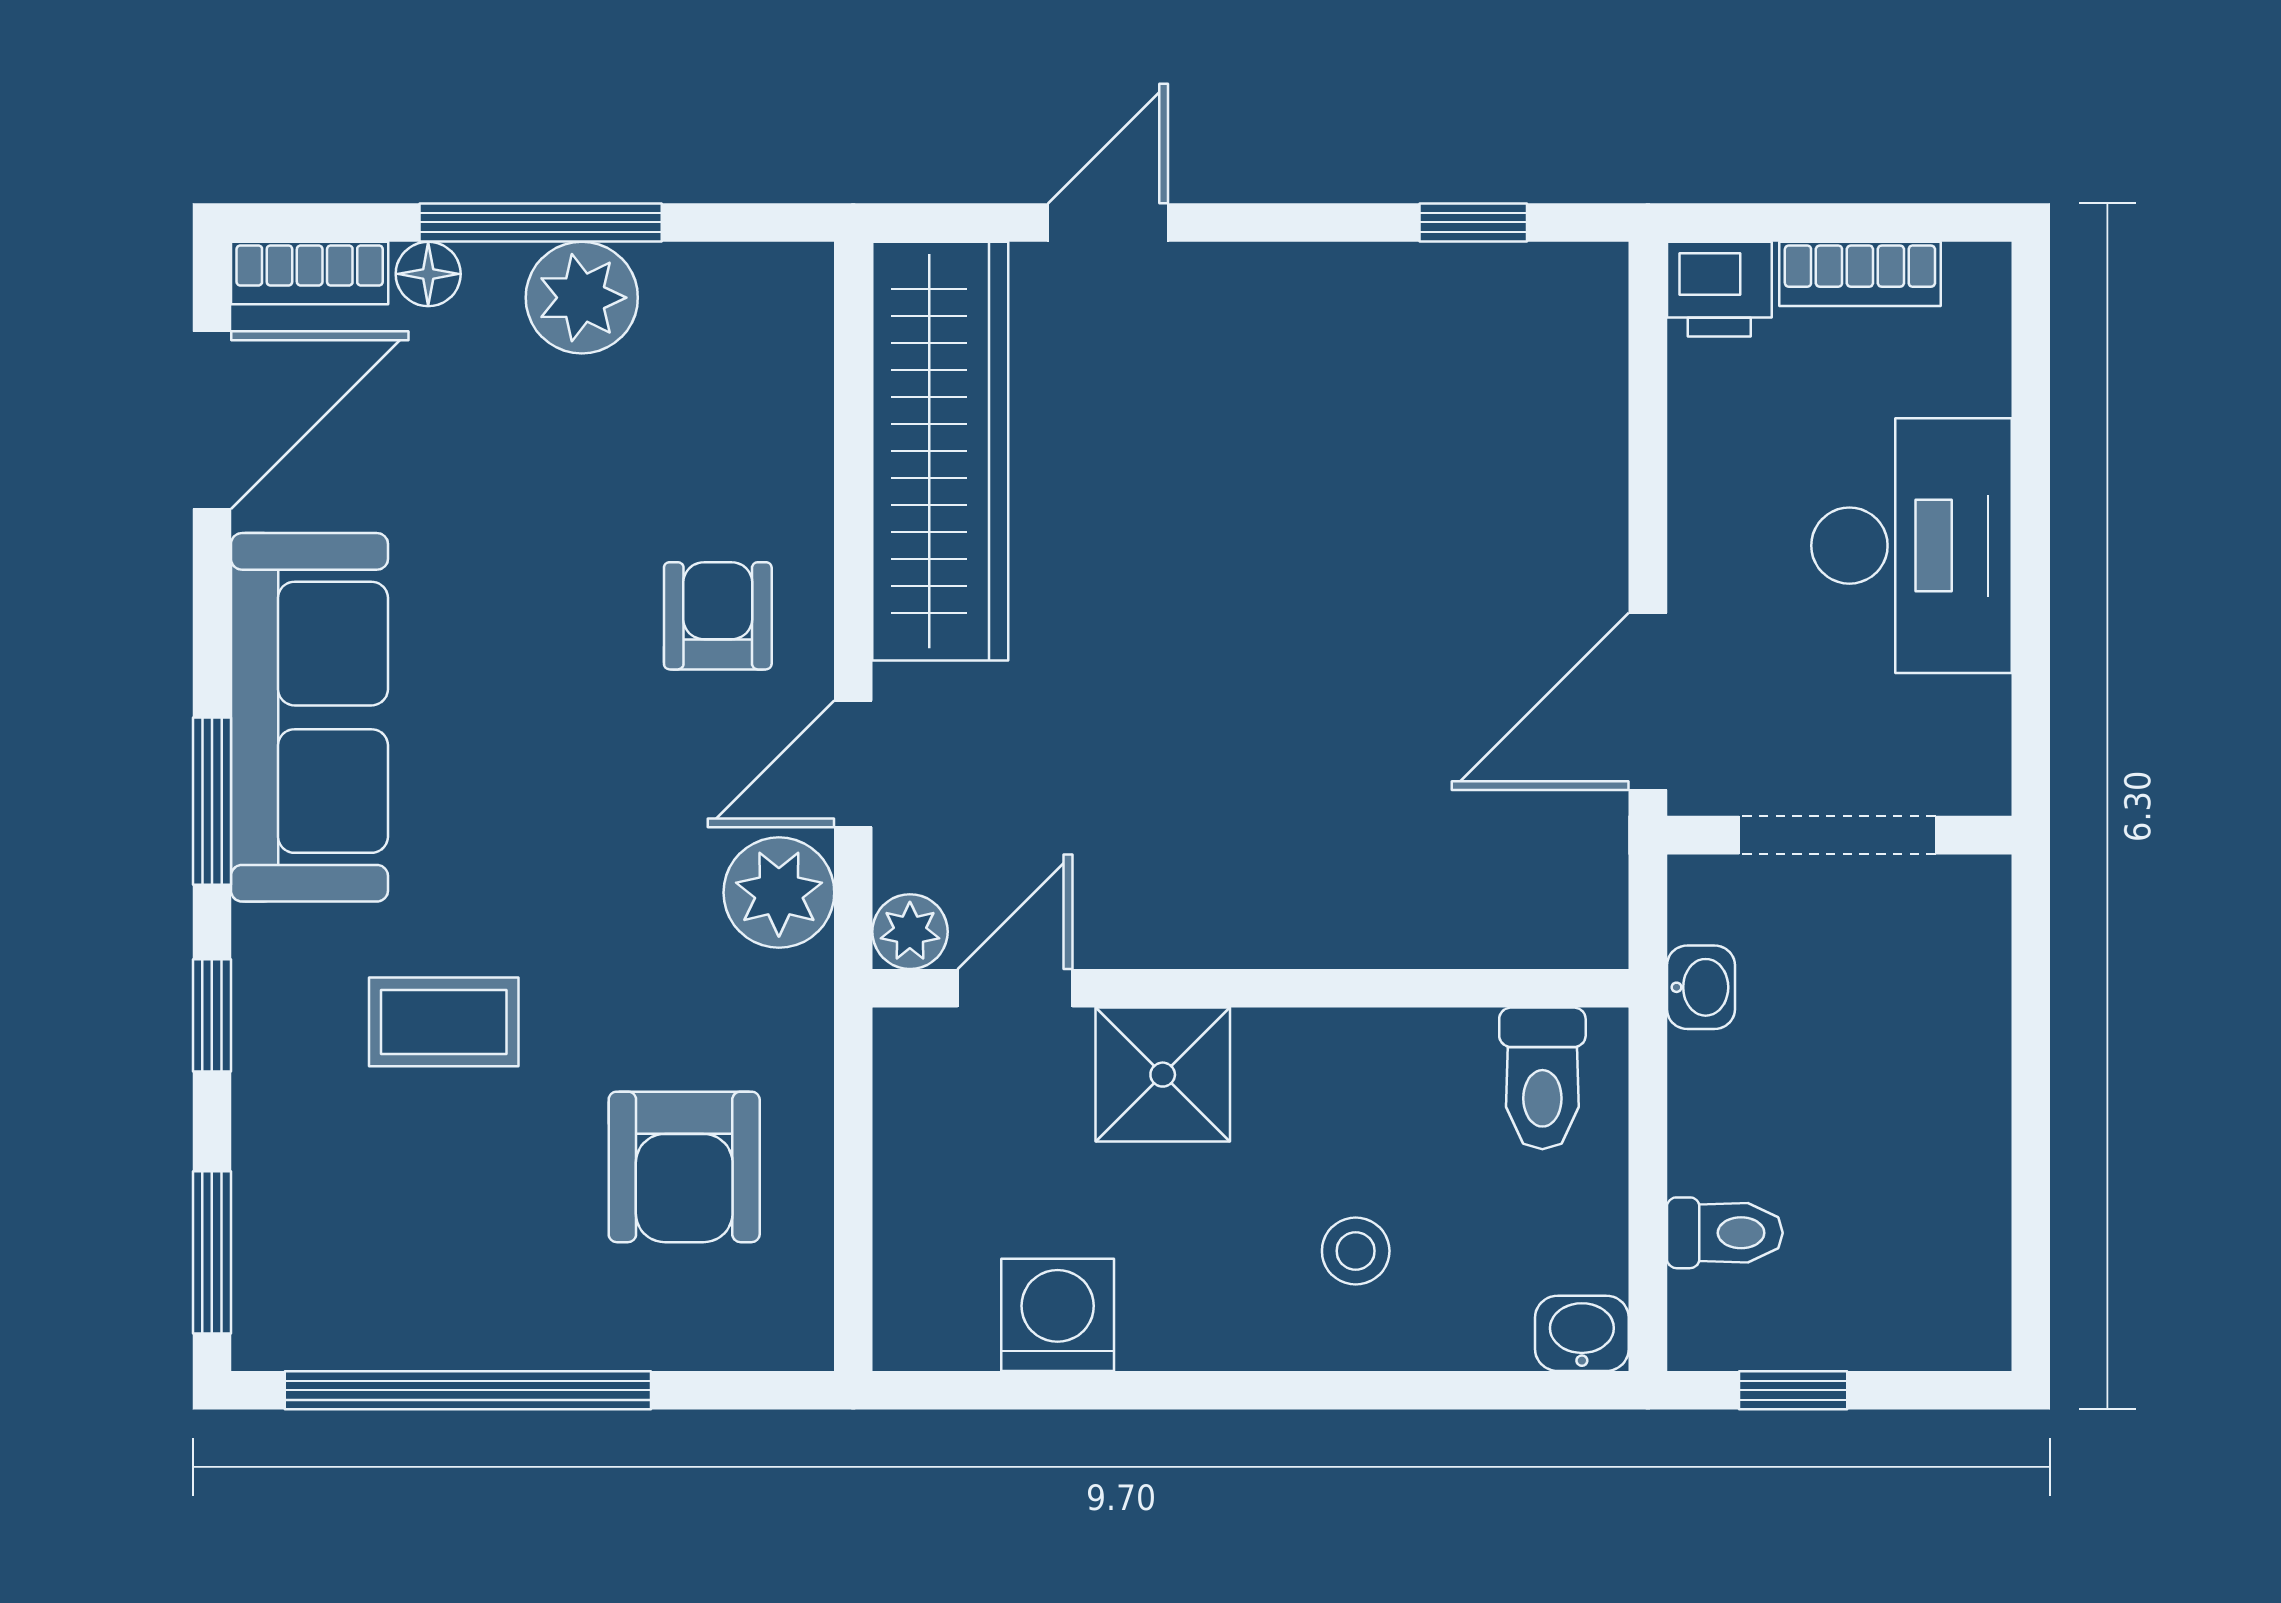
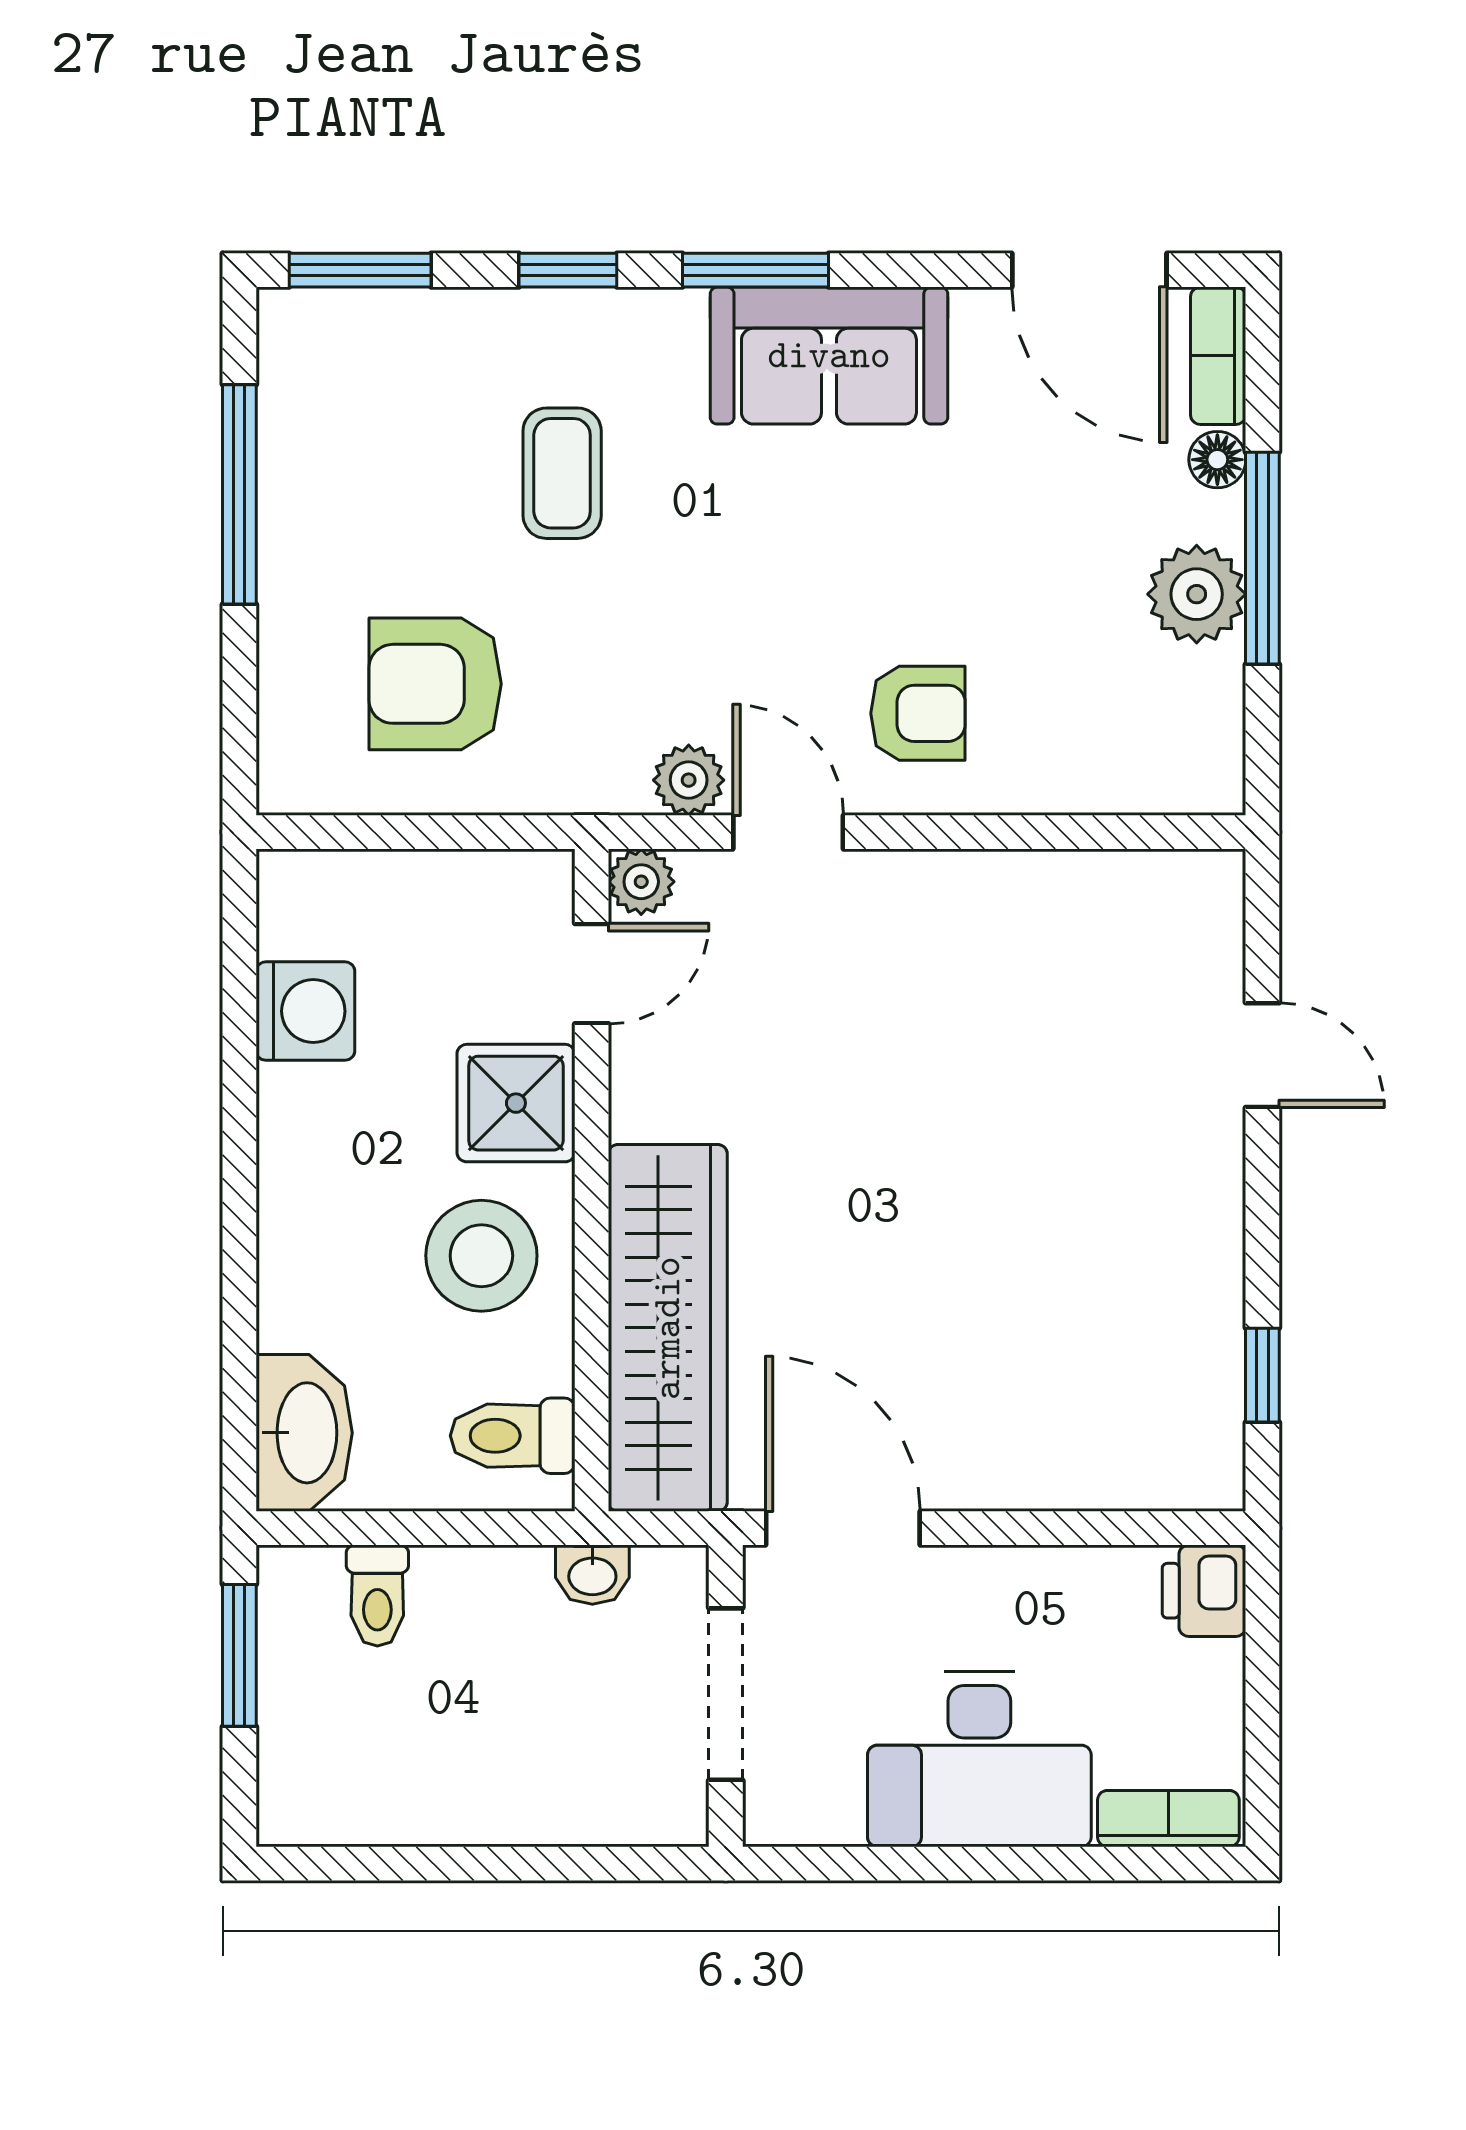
bookcase: (1860, 274) -> (1168, 1819), moved, turned 90
wardrobe: (940, 451) -> (668, 1328), moved, turned -90
sofa: (309, 717) -> (829, 356), width x0.73
plant: (779, 893) -> (689, 780), width x0.73, depth x0.73
door: (1015, 988) -> (592, 974), hinge flipped
stool: (1356, 1251) -> (481, 1256), moved, width x1.89, depth x1.89
washbasin: (1582, 1333) -> (304, 1433), width x1.91, depth x1.45
window: (468, 1390) -> (239, 494), width x0.68
window: (1793, 1390) -> (239, 1655), width x1.50

